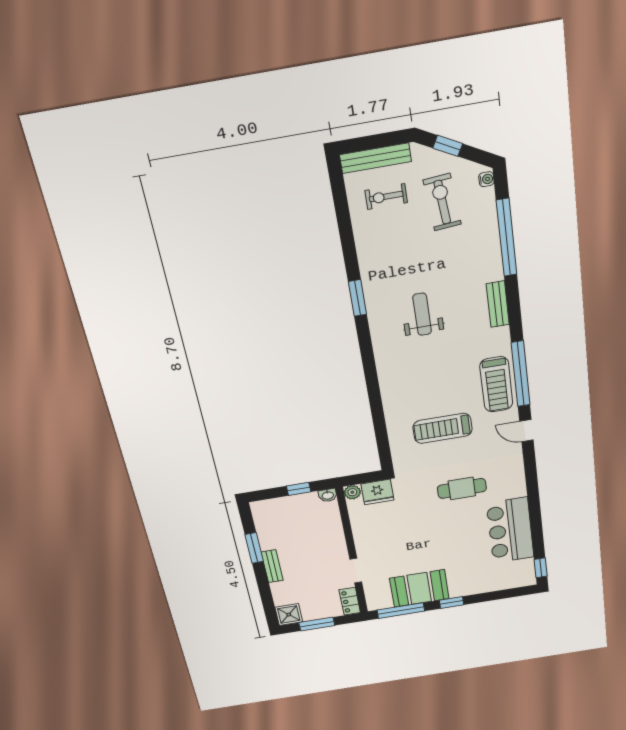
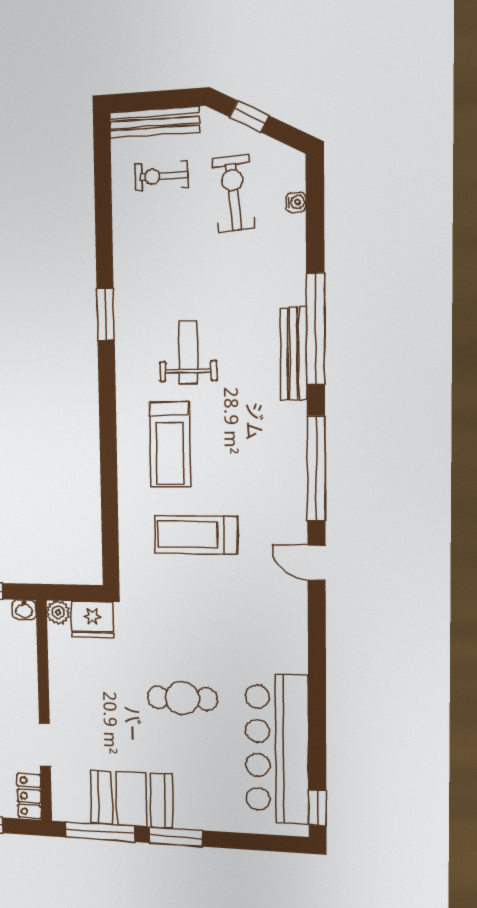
water cooler: (486, 179) -> (296, 202), moved
window: (507, 238) -> (316, 329), moved
bench: (498, 304) -> (294, 354), width x1.36
treadmill: (496, 384) -> (170, 445), moved
cafe table: (462, 488) -> (182, 698), moved
bar counter: (510, 530) -> (277, 749), width x1.36
window: (451, 602) -> (176, 837), width x1.50

